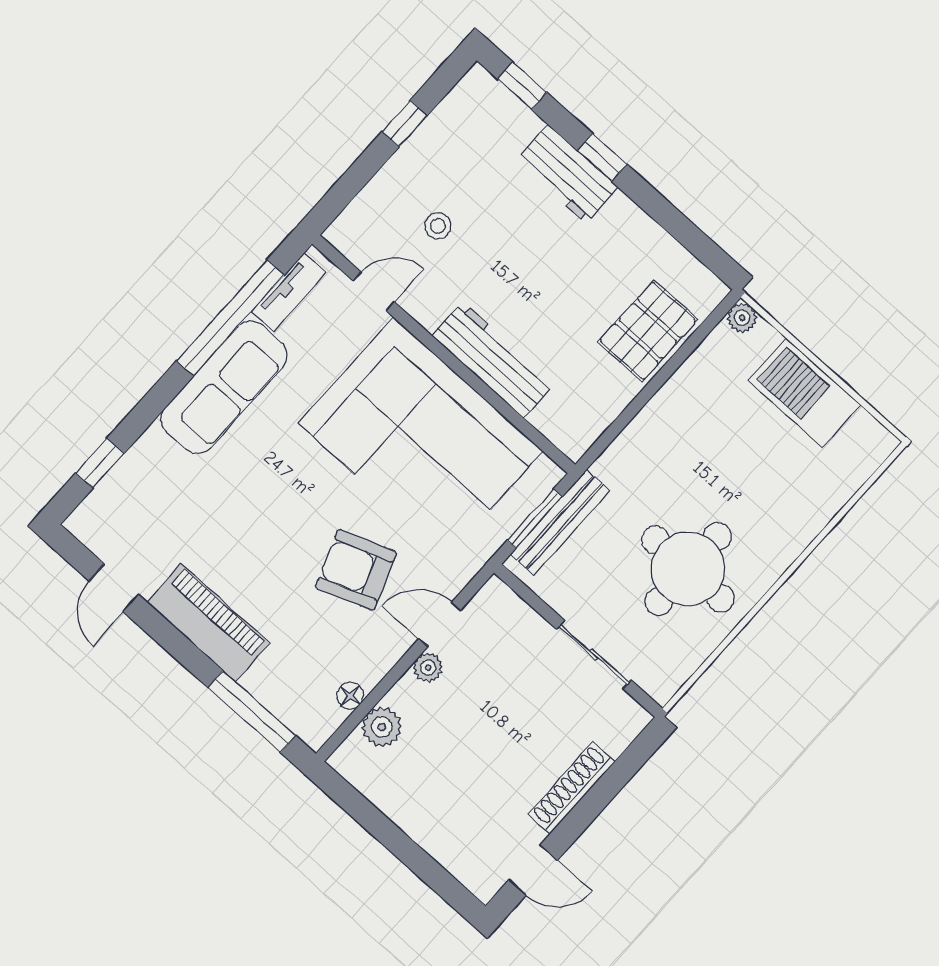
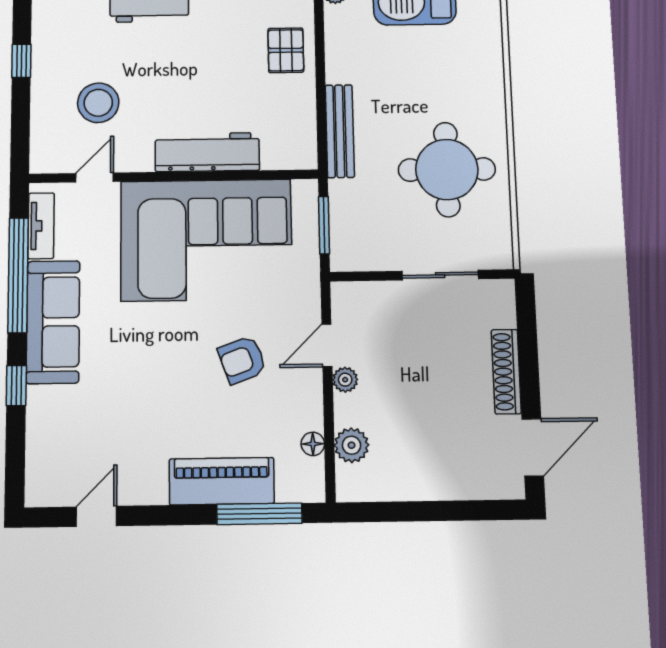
stool: (438, 226) -> (98, 103), width x1.89, depth x1.89
pallet: (648, 331) -> (286, 50), width x0.67, depth x0.71
window: (100, 463) -> (16, 386), moved
bench: (560, 522) -> (340, 131), moved
armchair: (356, 570) -> (242, 360), width x0.72, depth x0.72
door: (114, 588) -> (96, 516), swing flipped
piano: (208, 623) -> (222, 481), moved
door: (533, 870) -> (533, 447), width x1.38

